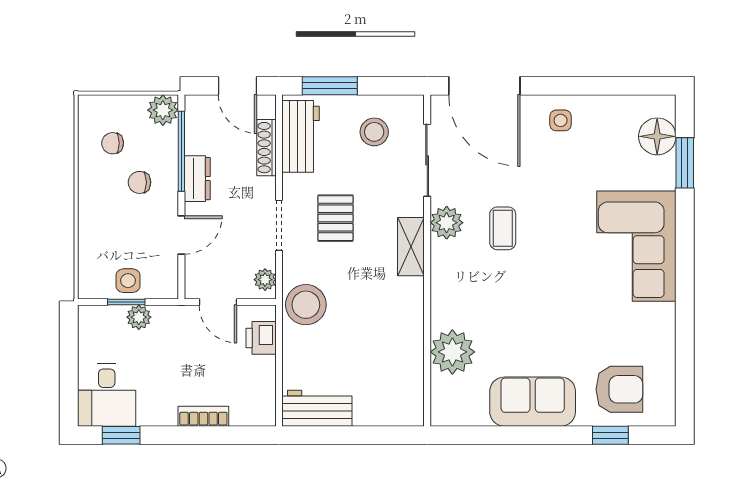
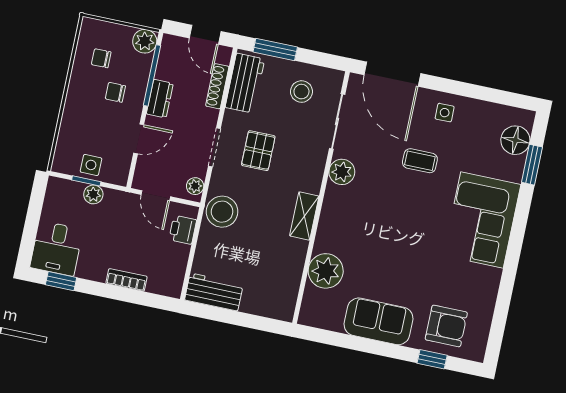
coffee table: (503, 228) -> (420, 161), moved, turned 90
shelving: (411, 247) -> (304, 216), moved

